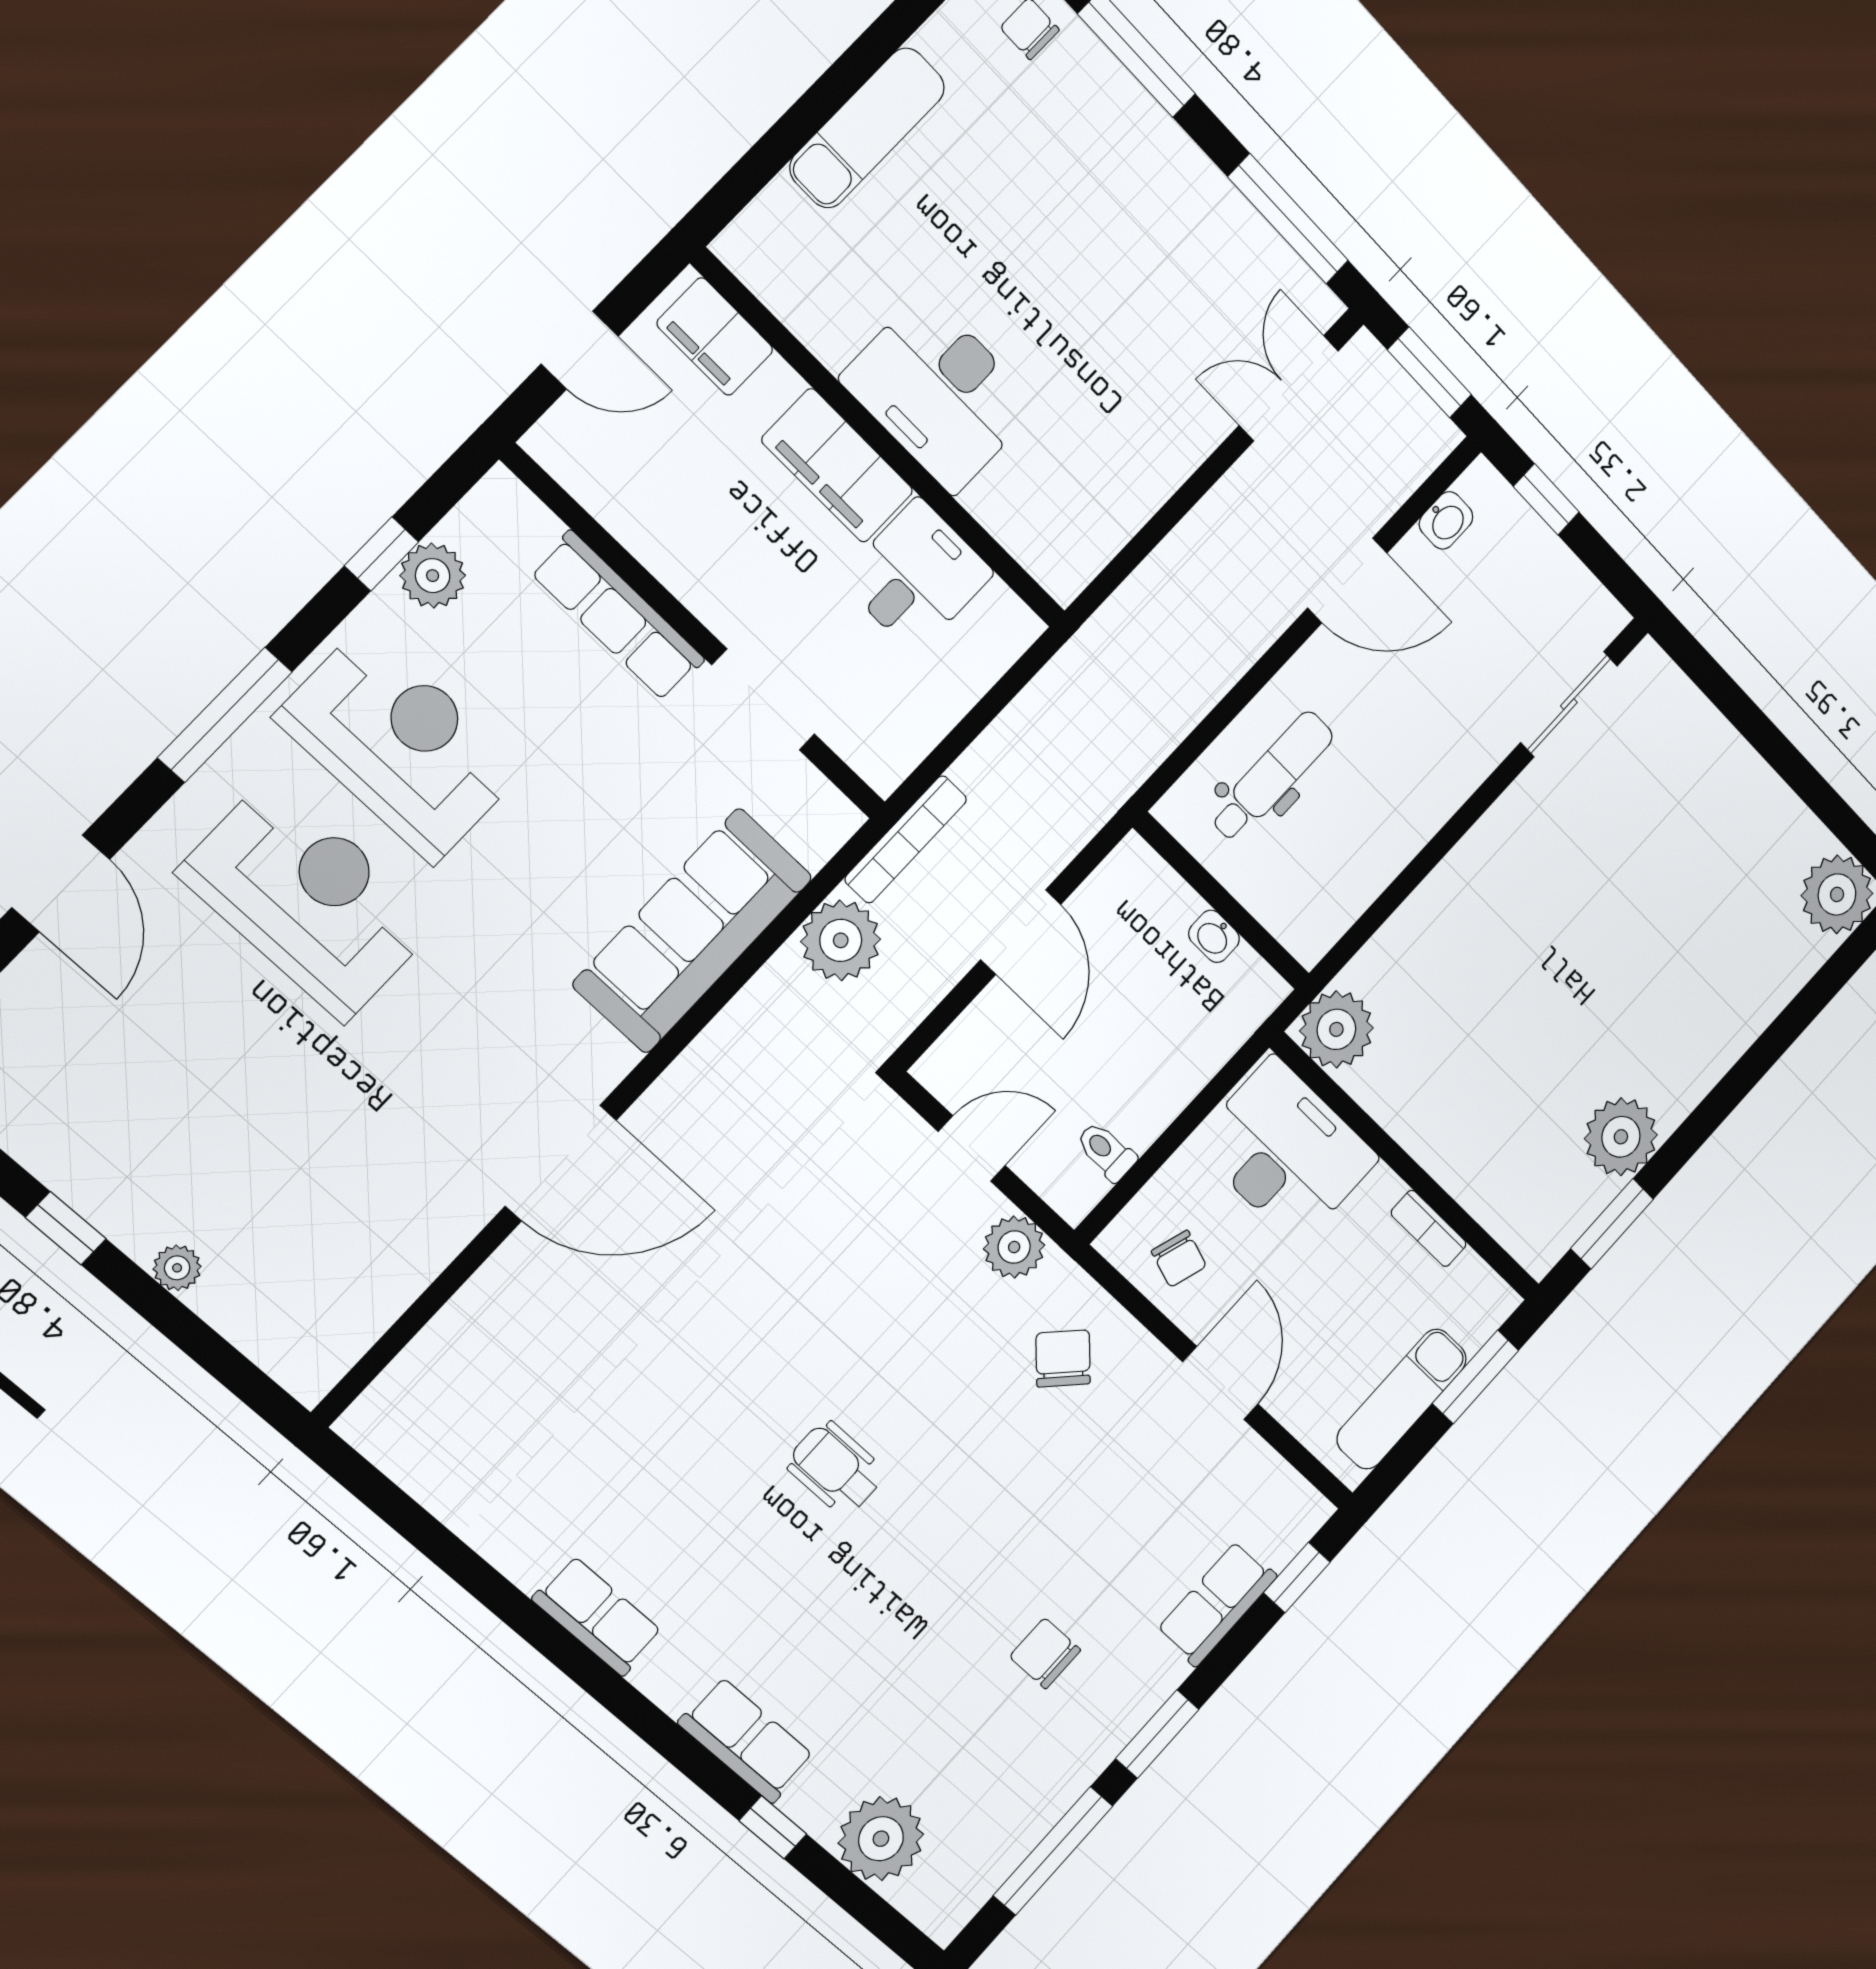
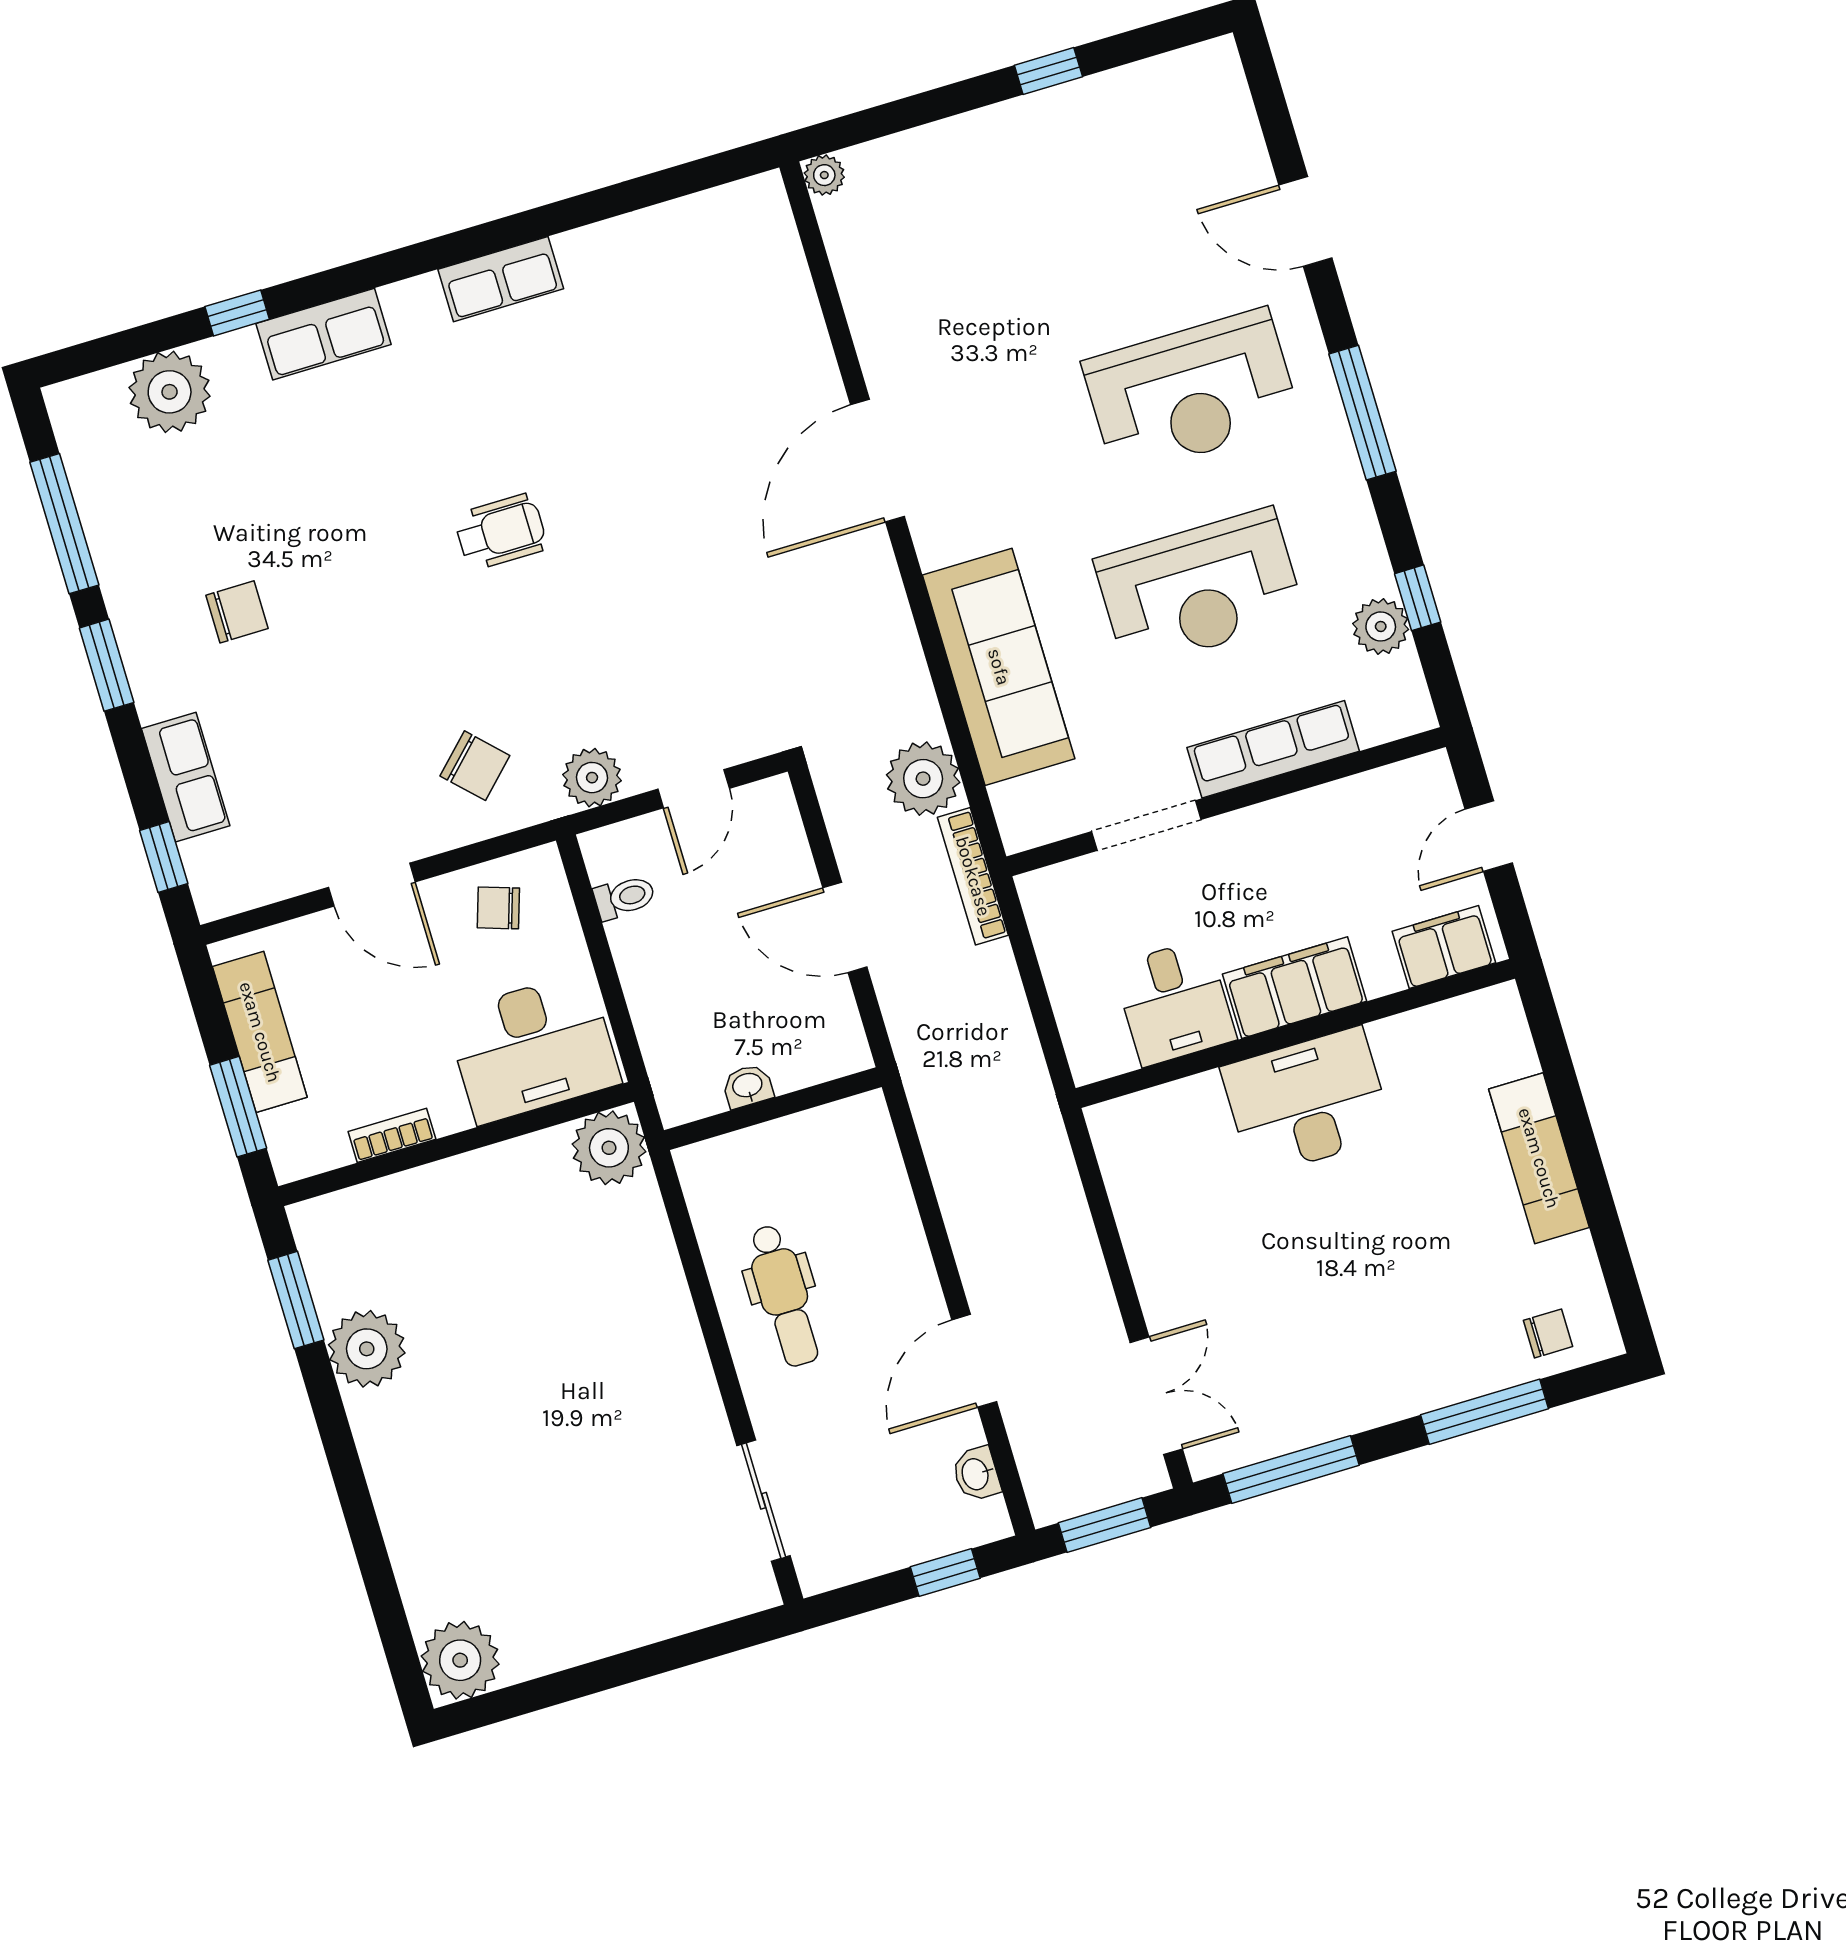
reception desk: (400, 744) -> (1199, 589), moved
dental chair: (1272, 776) -> (784, 1296), moved
plant: (177, 1268) -> (824, 175), moved

